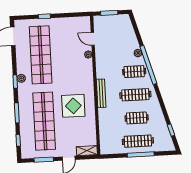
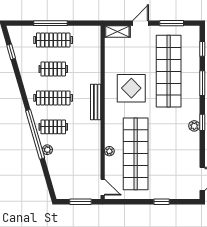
door: (93, 39) -> (103, 187), moved
shop shelf: (41, 55) -> (136, 154), moved

